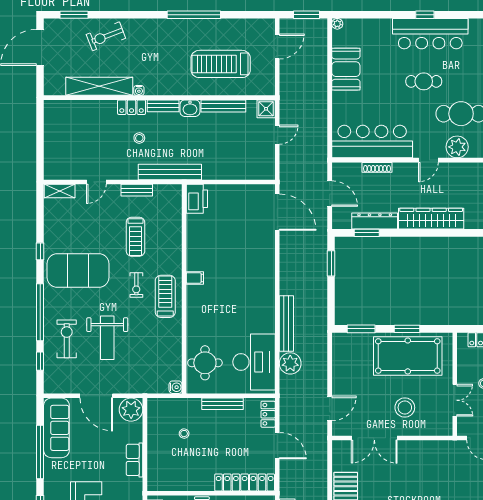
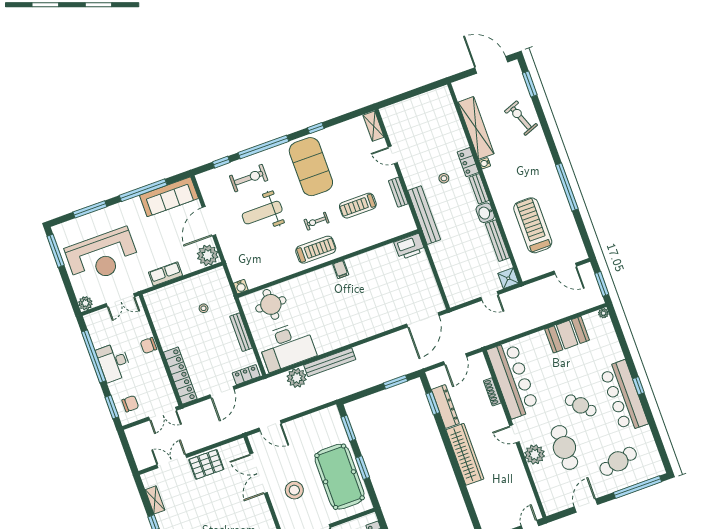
cafe table: (424, 81) -> (581, 405), turned -43

